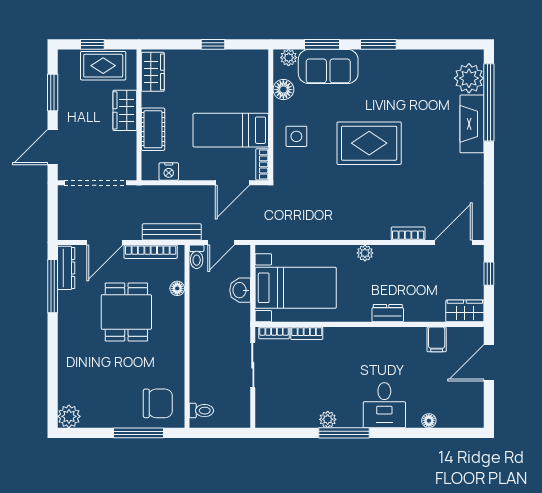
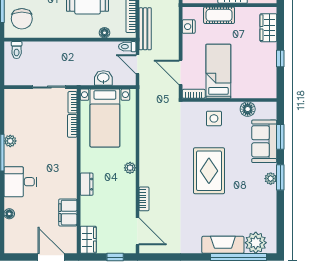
plant: (289, 58) -> (271, 179), moved
wardrobe: (153, 72) -> (268, 28), moved, turned 90
filing cabinet: (437, 339) -> (68, 213), width x2.00

